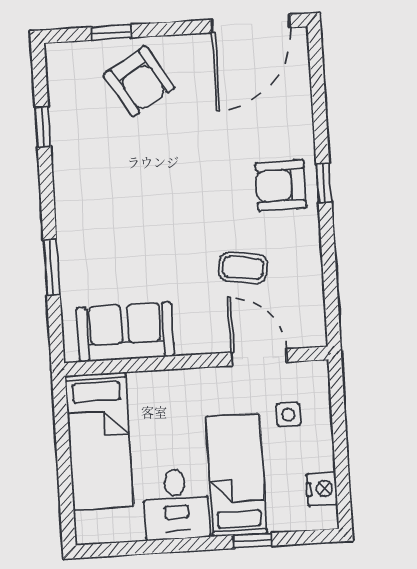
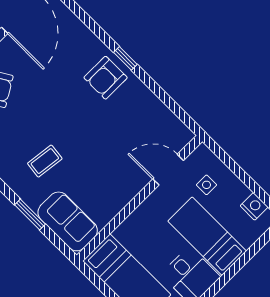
coffee table: (243, 268) -> (45, 161), moved
sofa: (125, 332) -> (68, 221), moved, turned 90
window: (253, 541) -> (243, 261), removed

